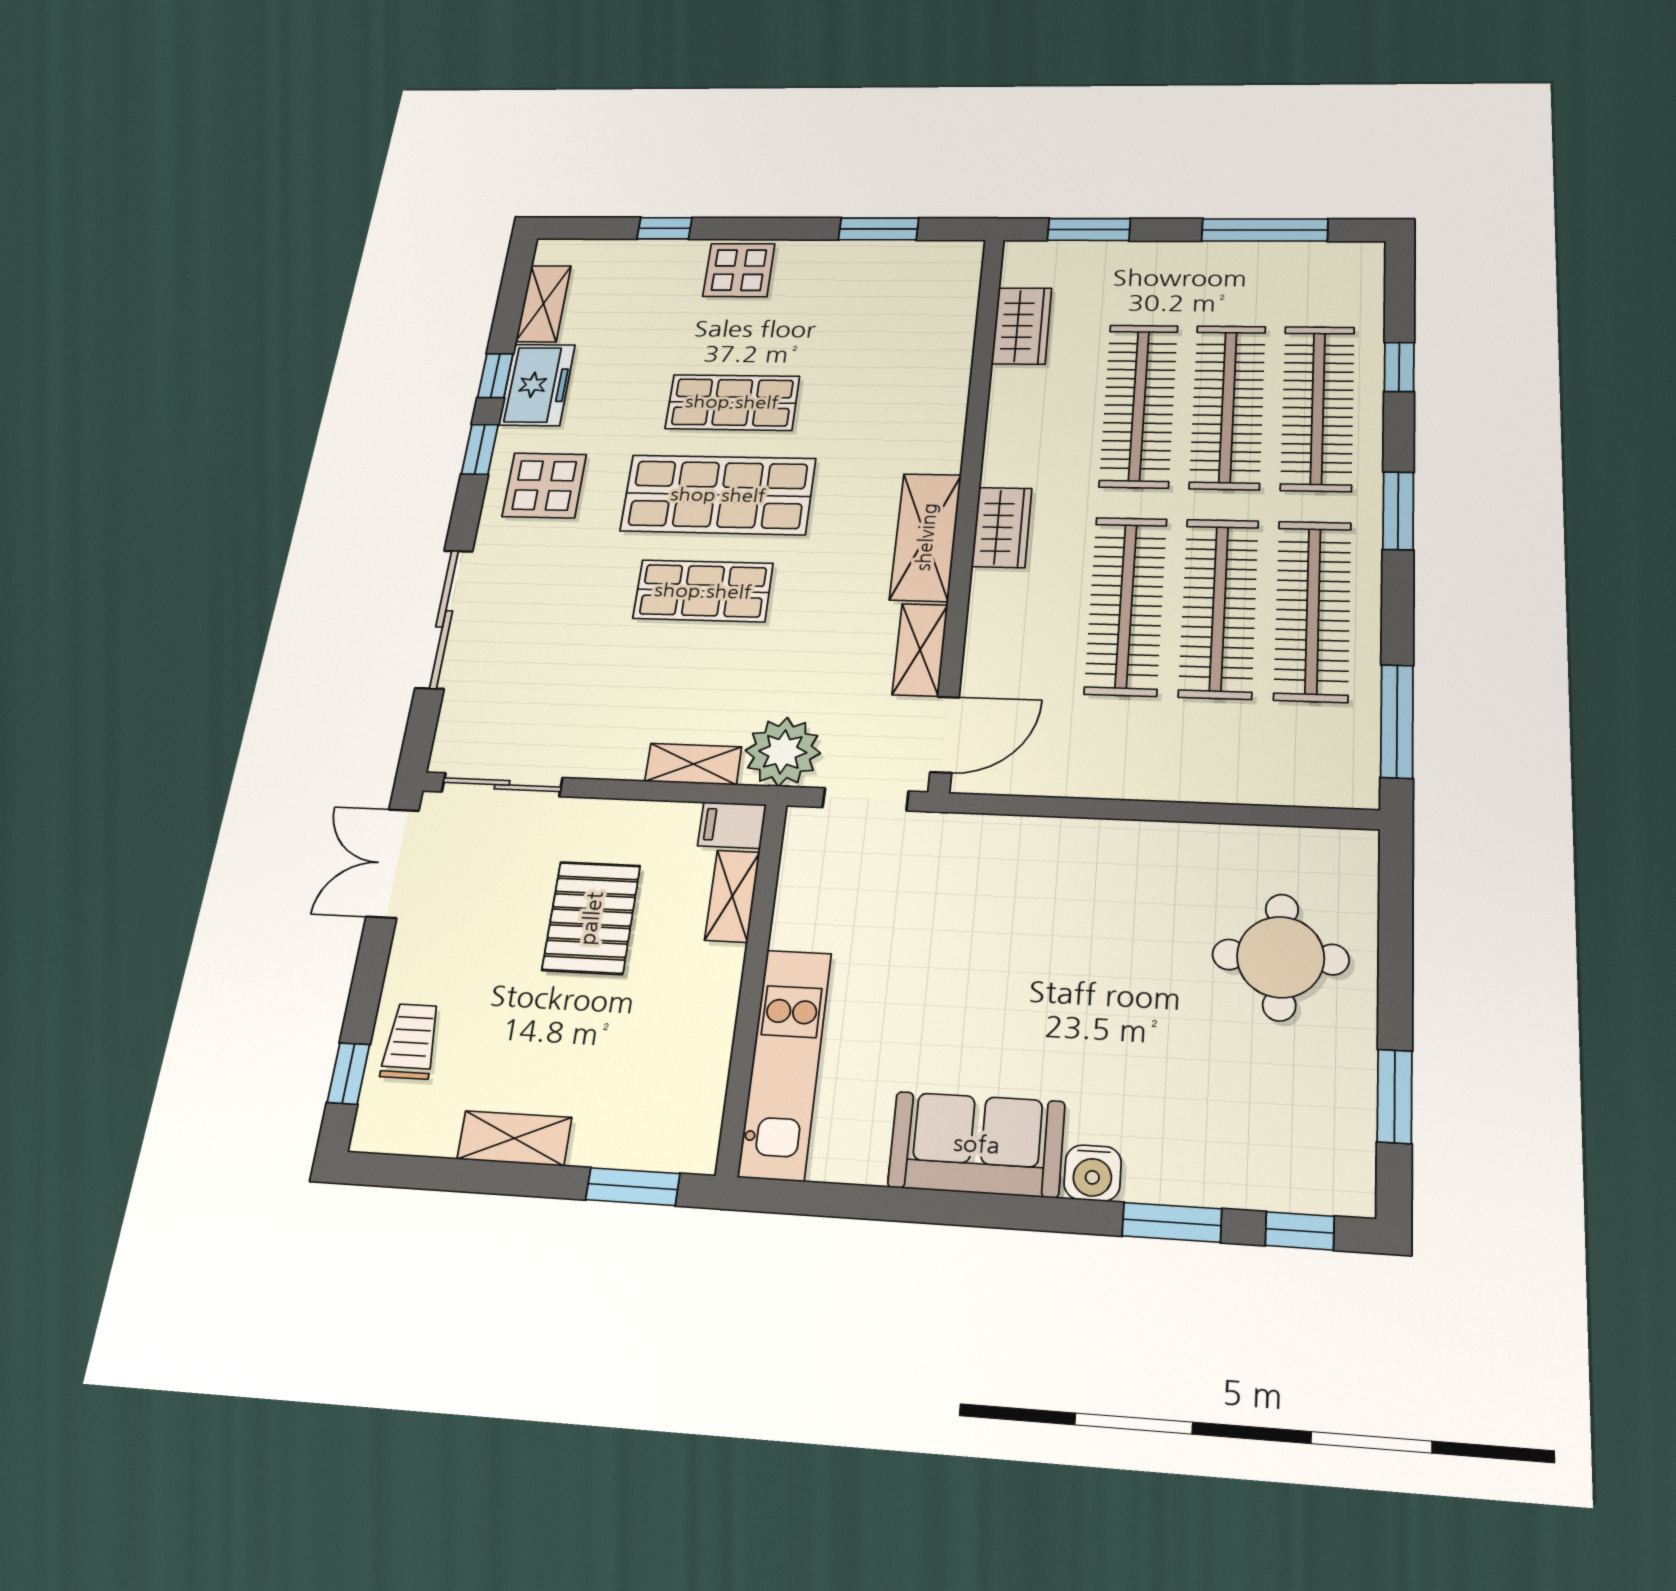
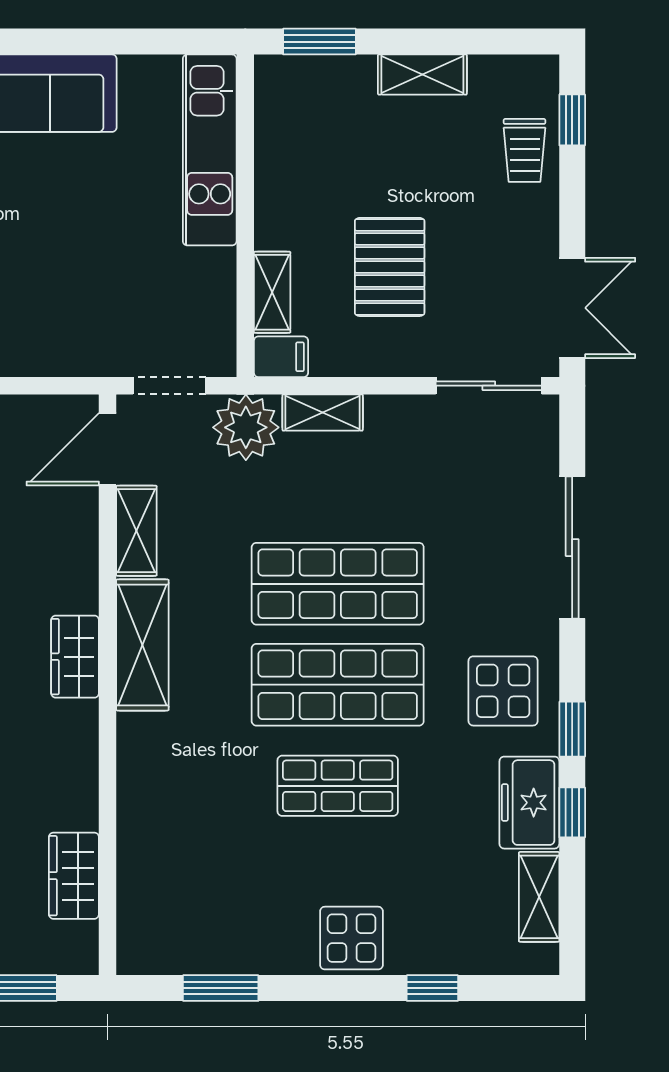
shop shelf: (703, 591) -> (338, 584), width x1.43, depth x1.36

